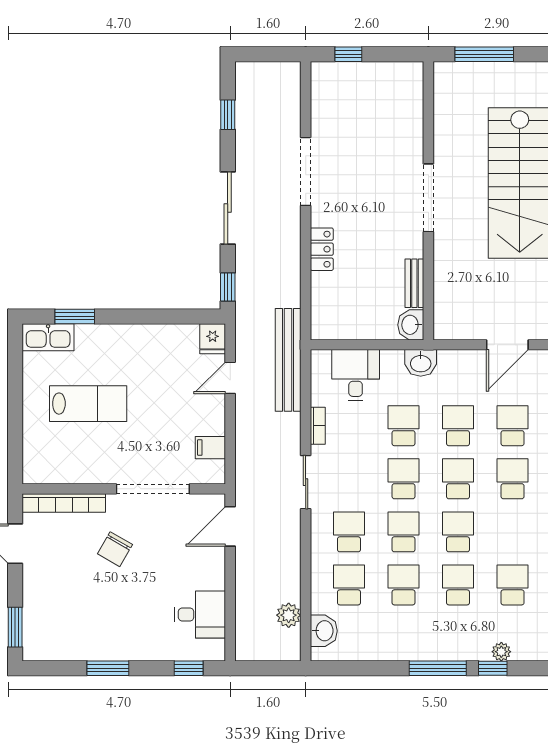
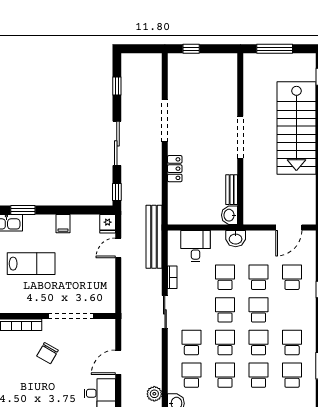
filing cabinet: (210, 448) -> (63, 224), moved, turned -90
school desk: (513, 479) -> (292, 342), moved
door: (230, 526) -> (118, 362), moved

